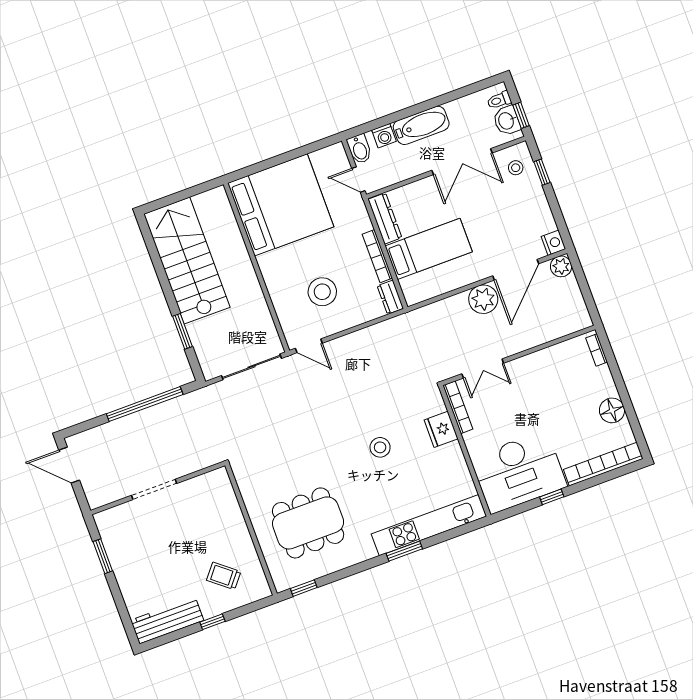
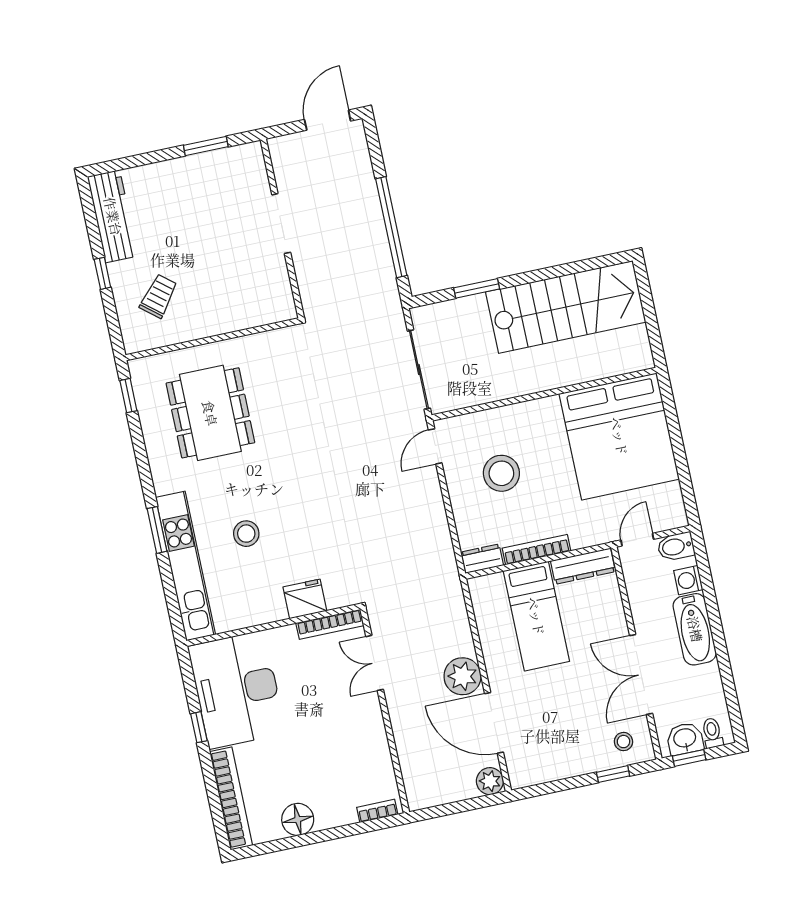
nightstand: (554, 243) -> (521, 776), removed
stool: (380, 447) -> (246, 534), moved

